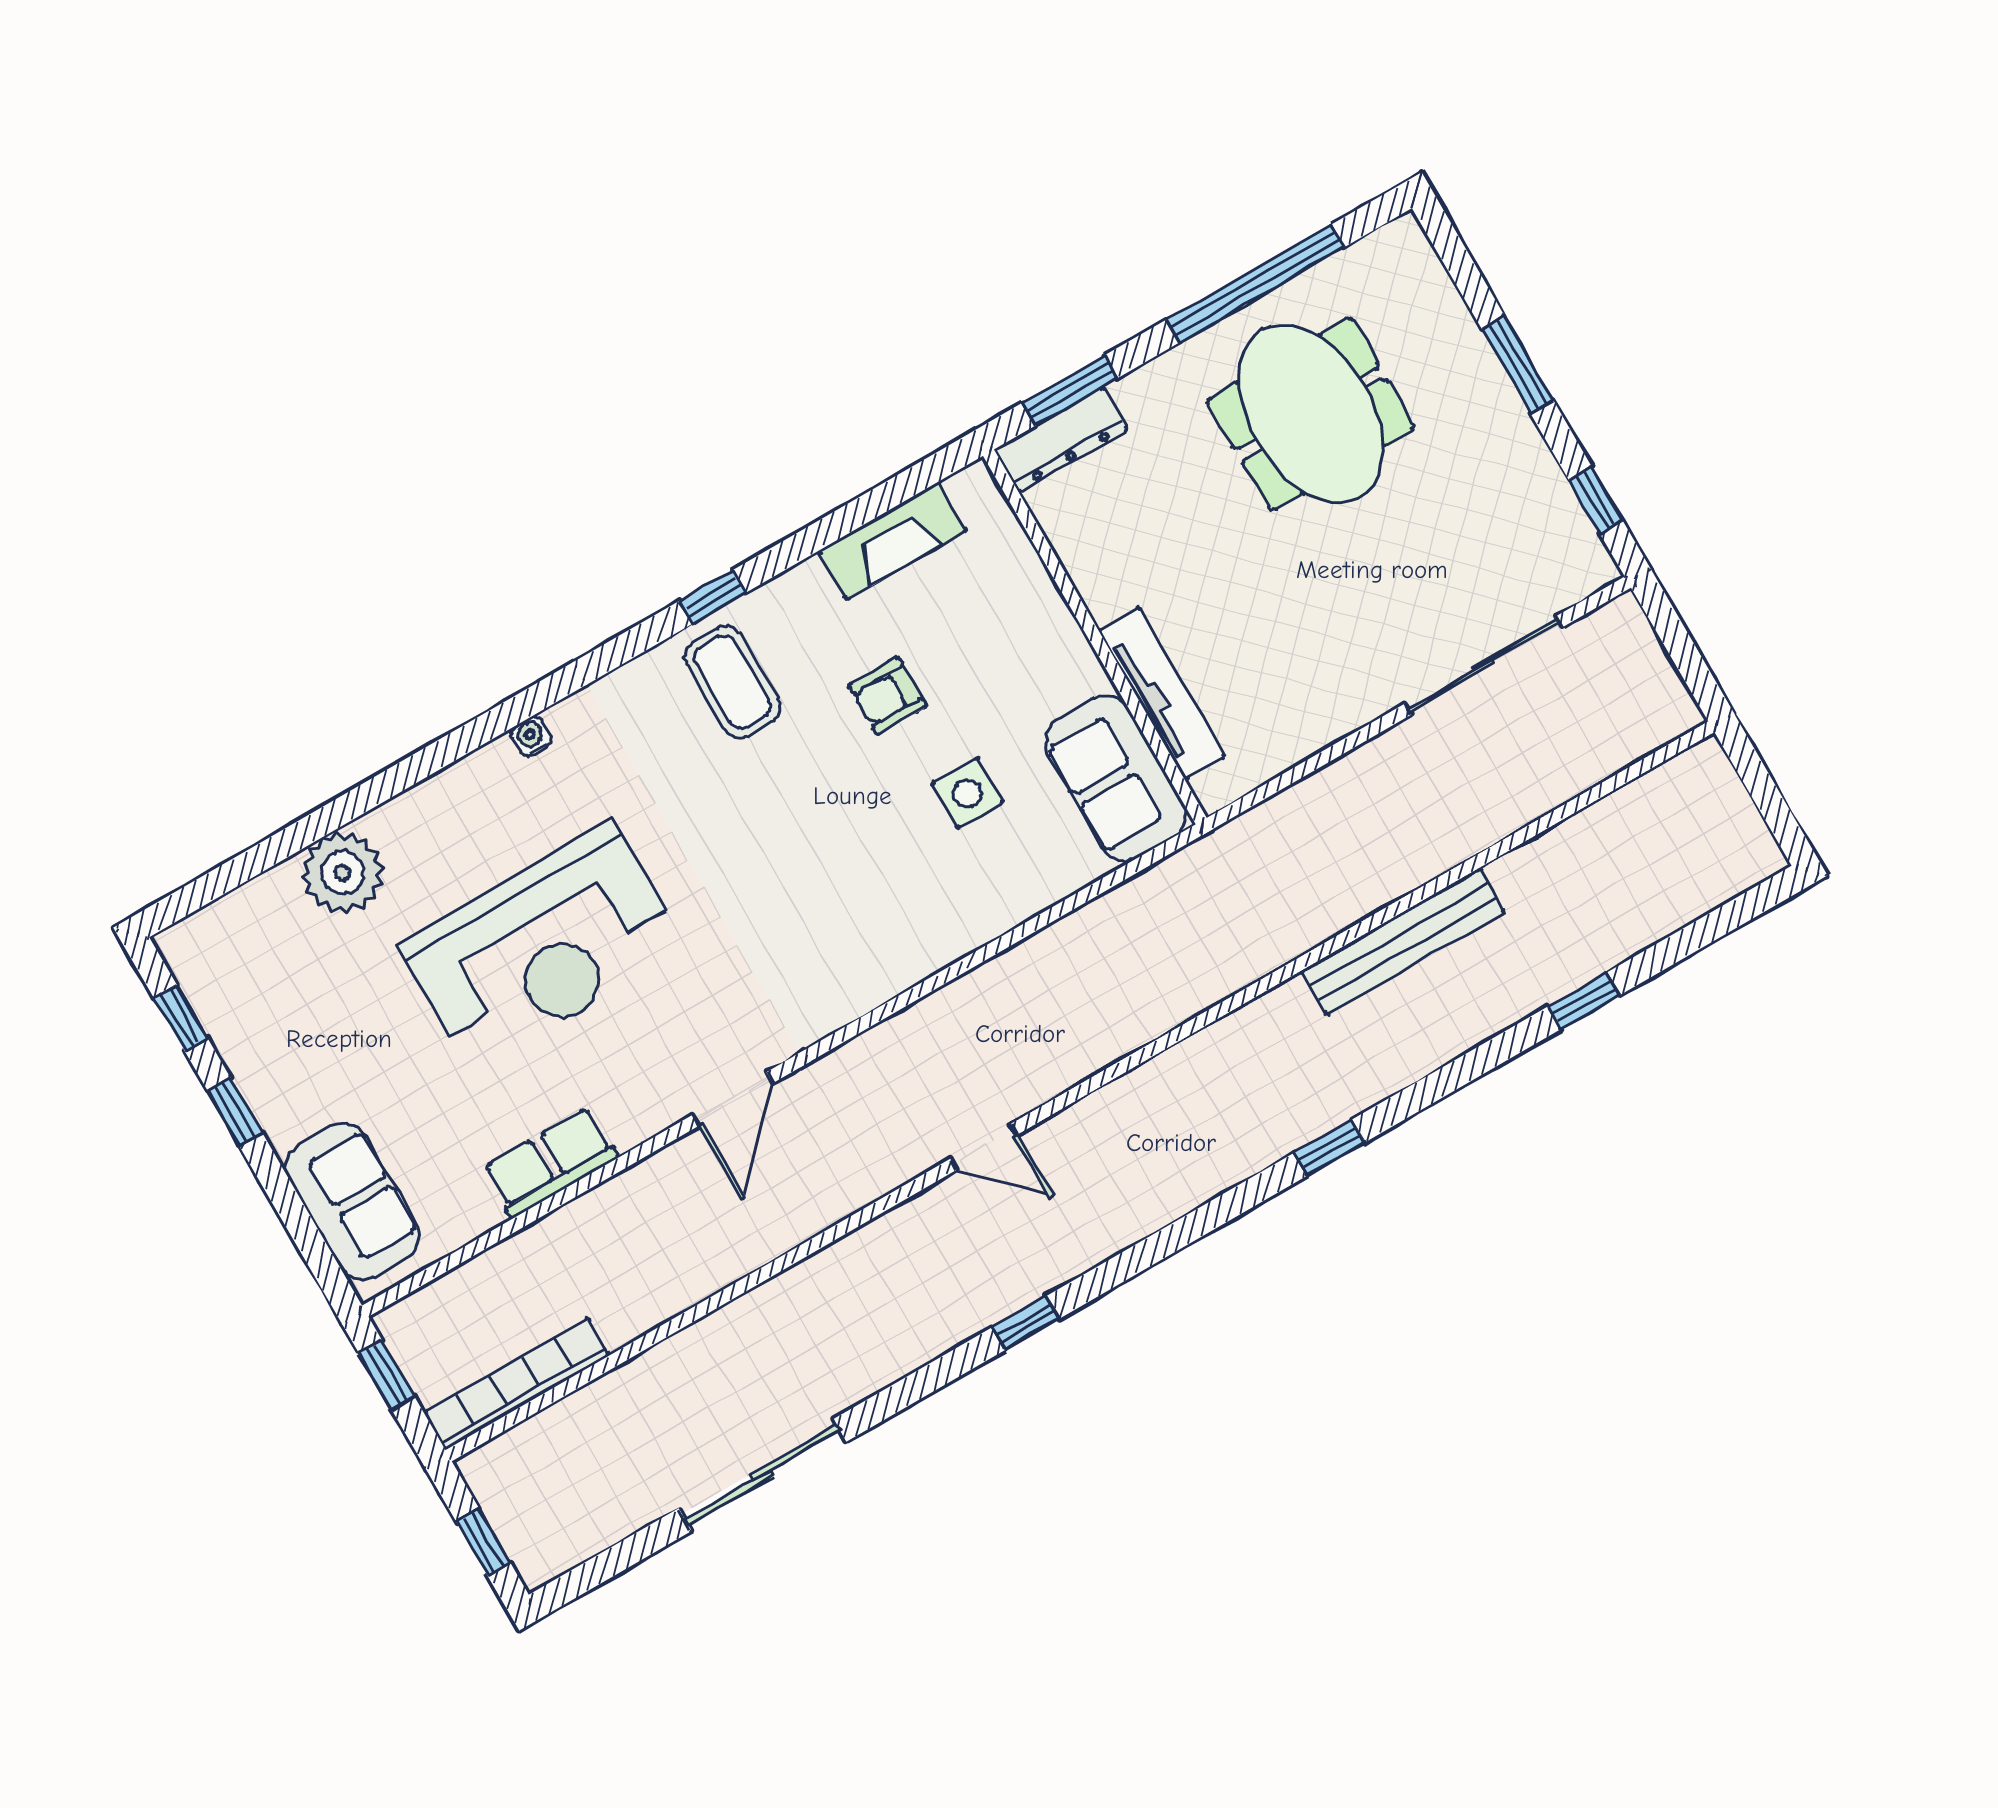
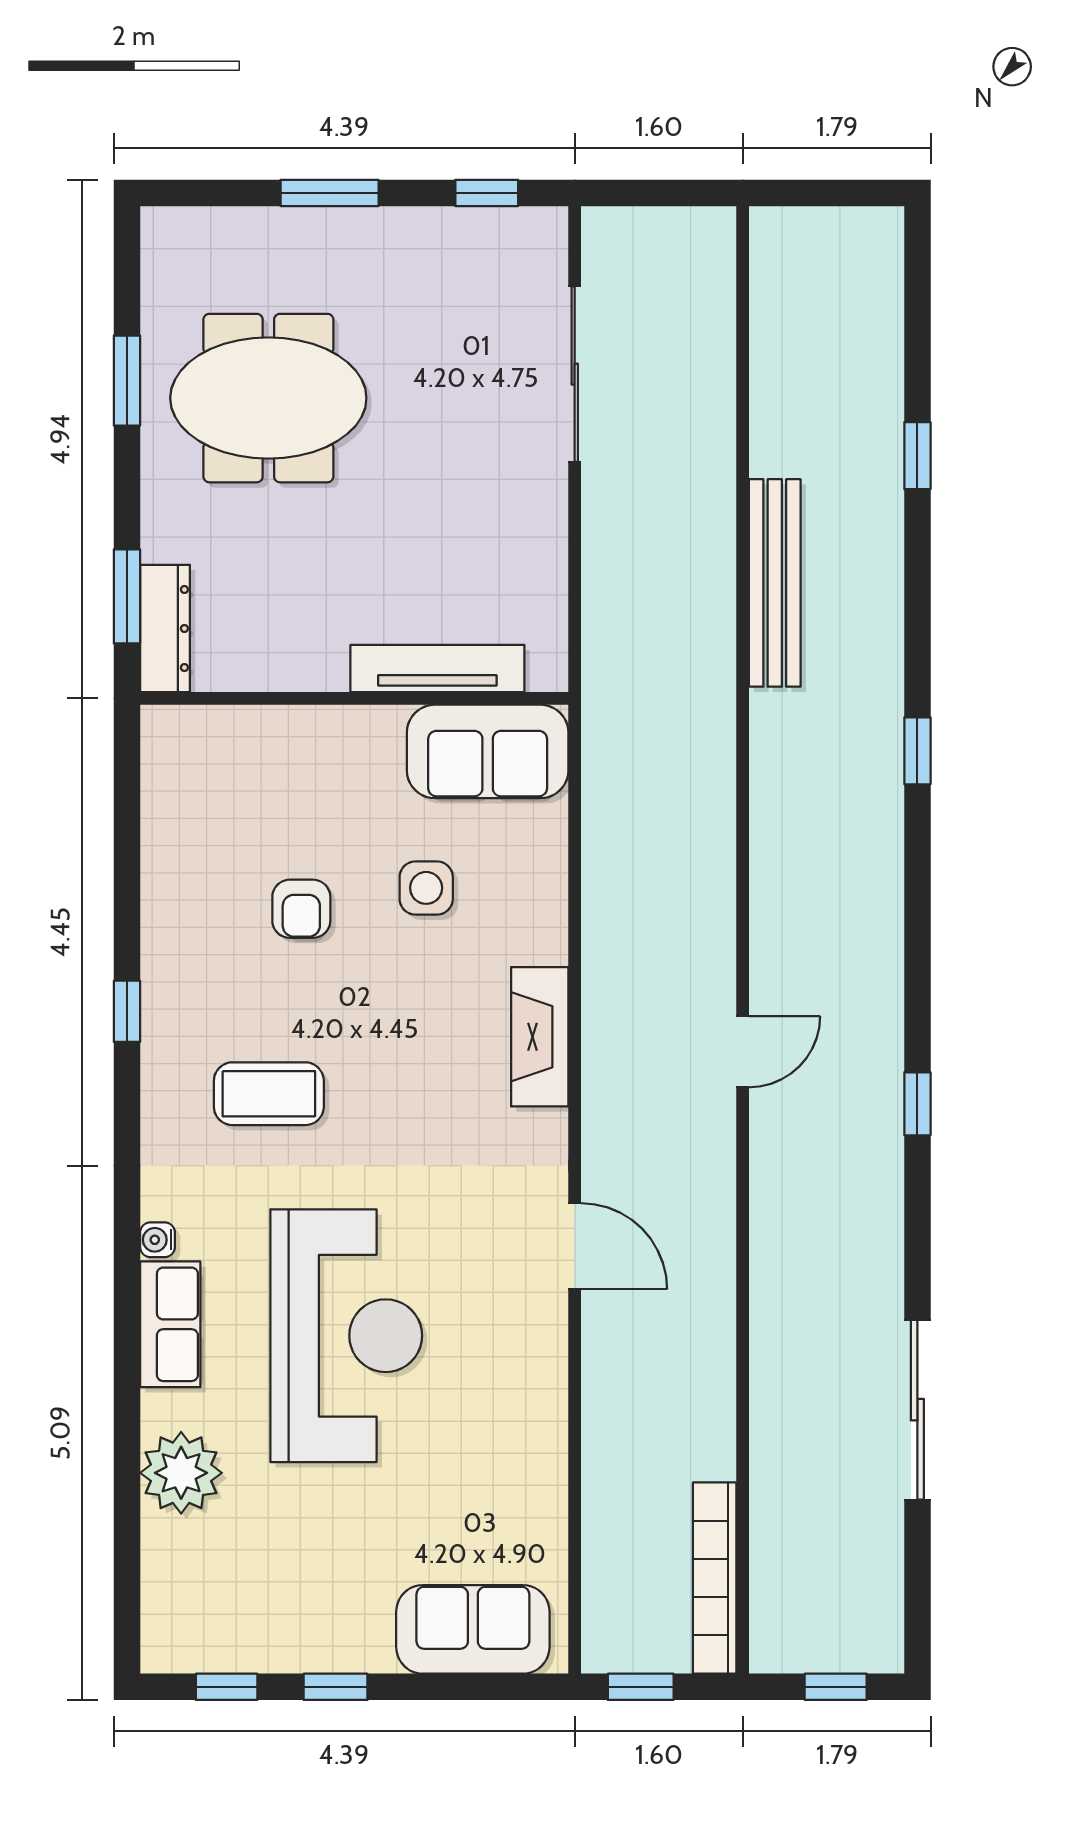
window: (1255, 283) -> (127, 381), width x0.47
fireplace: (893, 541) -> (540, 1037), moved, turned 180
coffee table: (732, 682) -> (269, 1094), moved
row of seats: (550, 1162) -> (170, 1324), moved, turned 180

